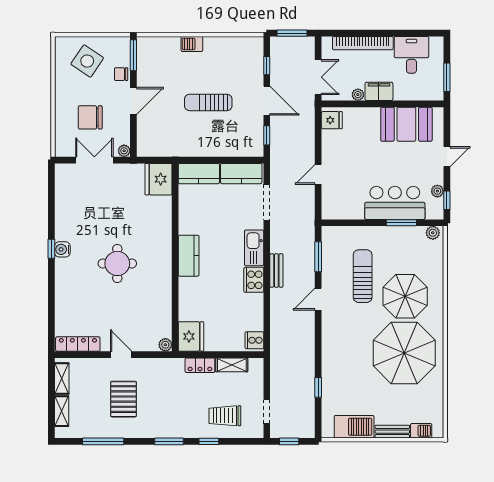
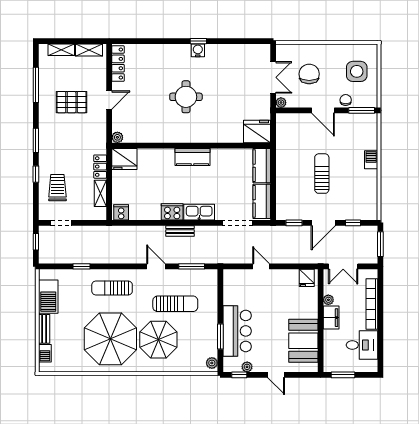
side table: (87, 61) -> (357, 71), turned -34
sun lounger: (344, 351) -> (112, 288), added

